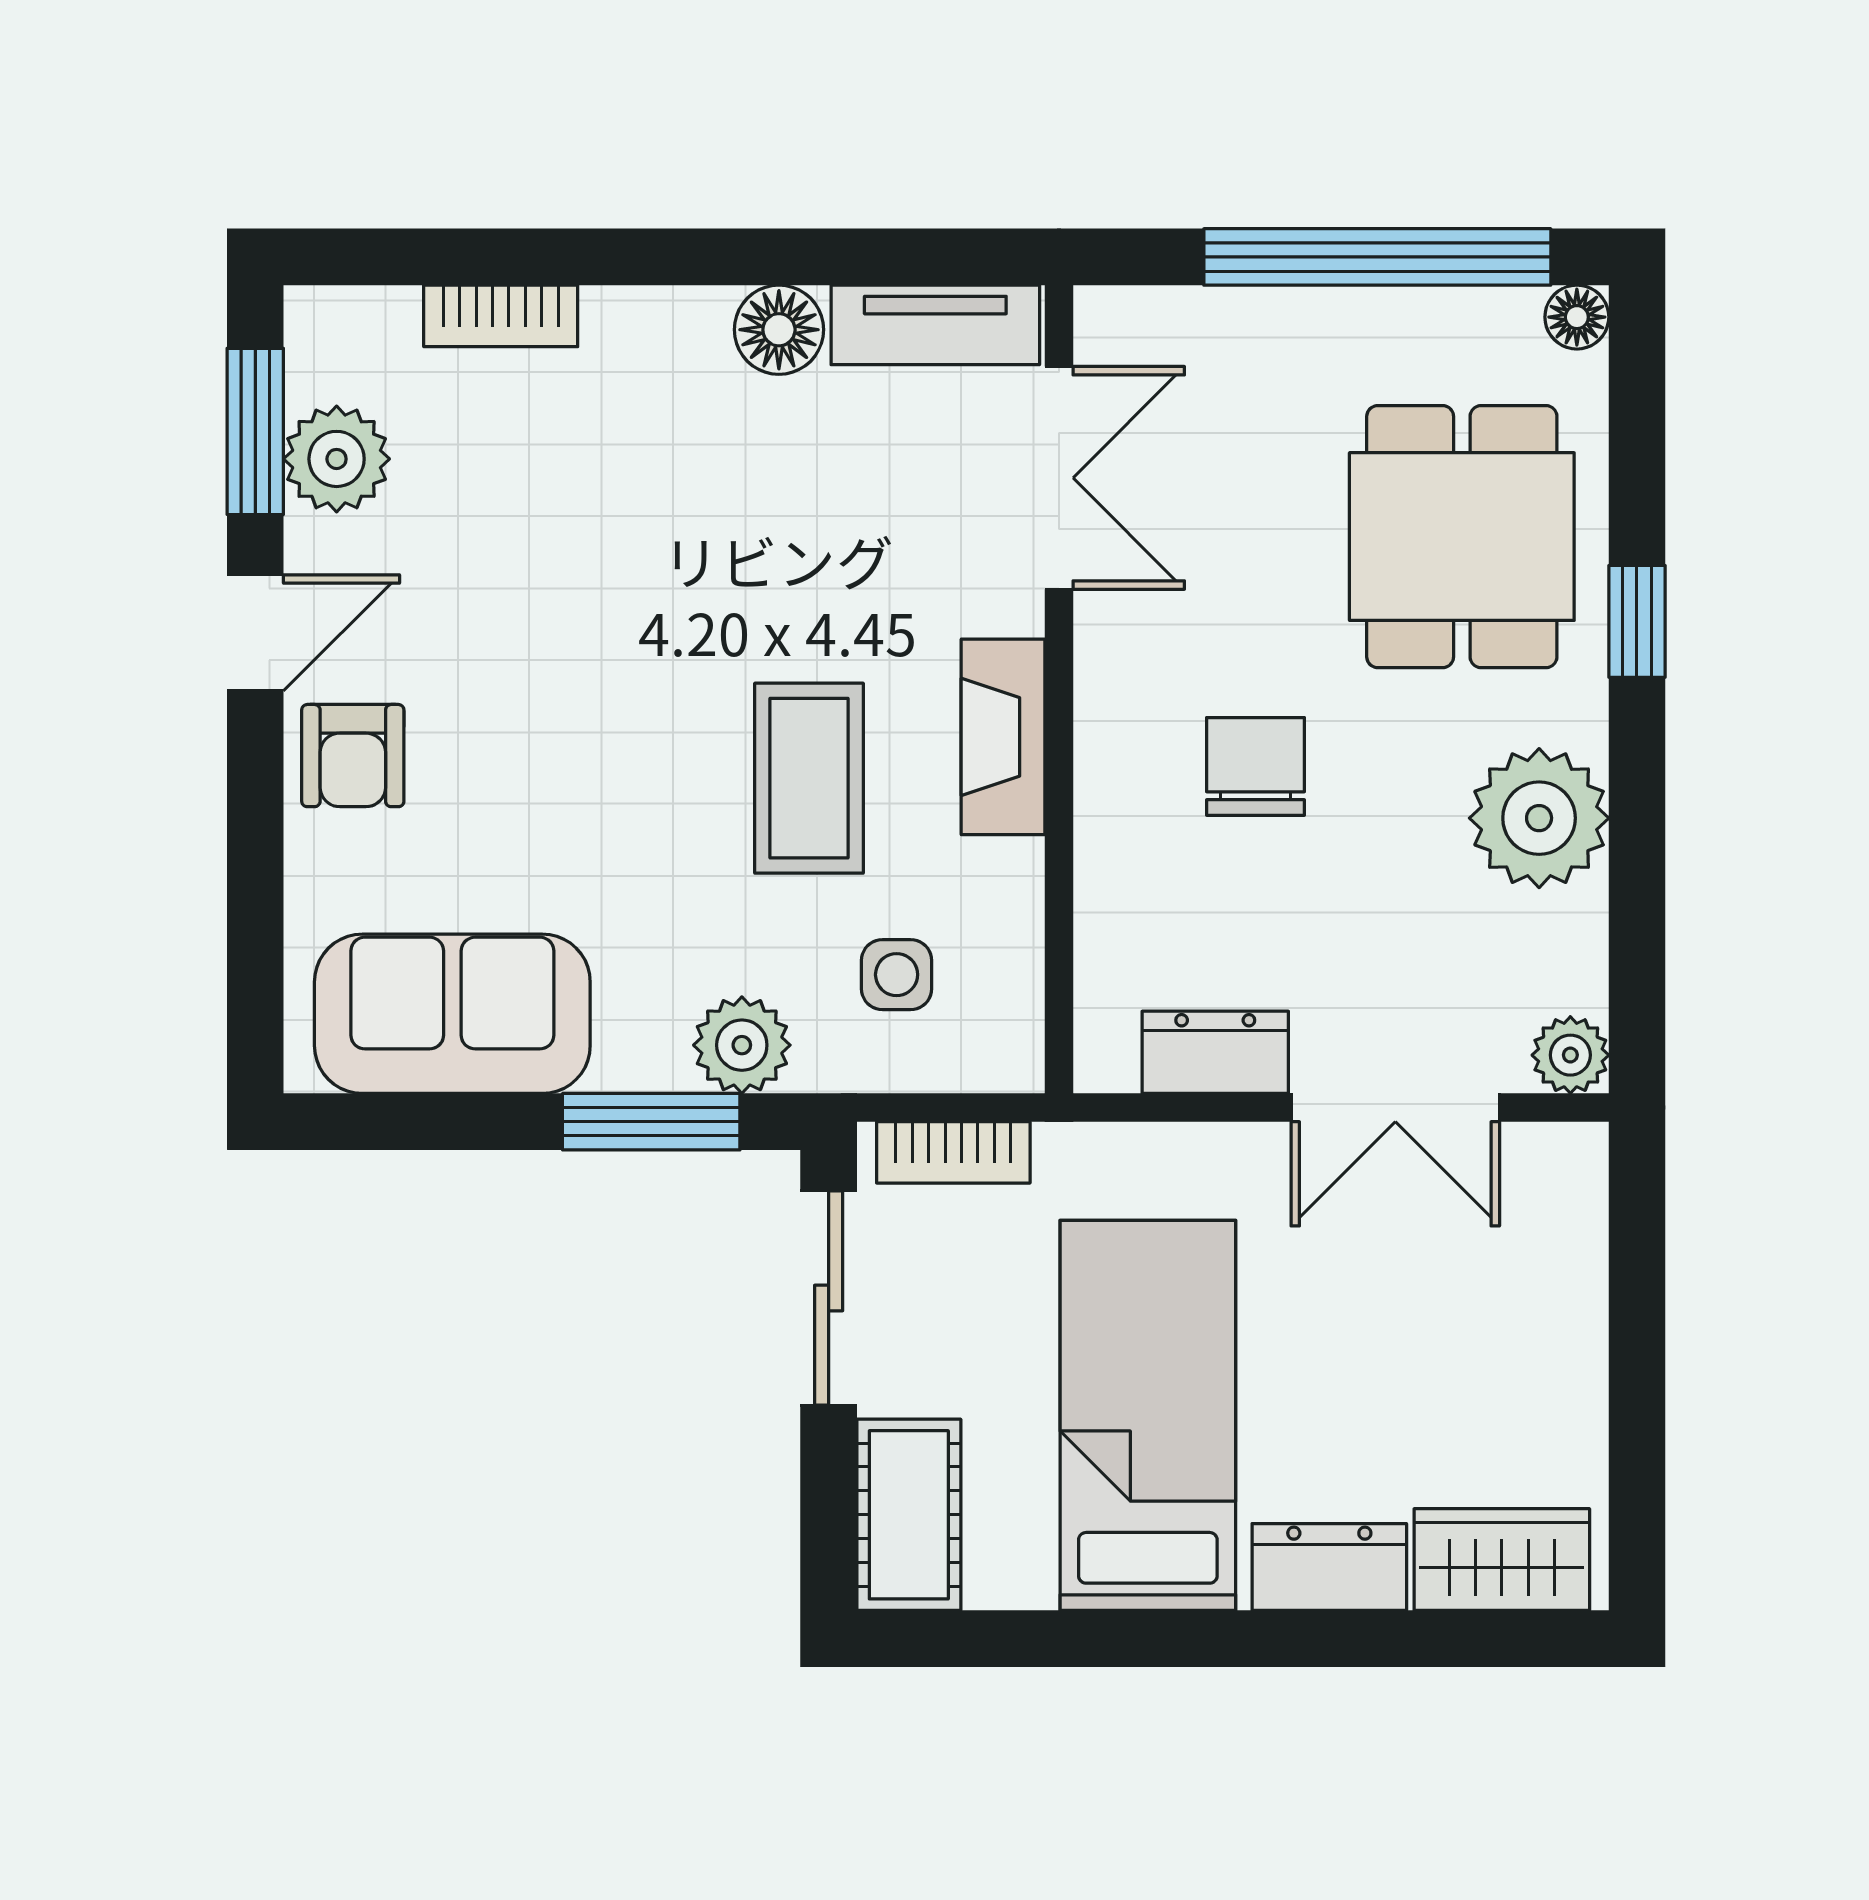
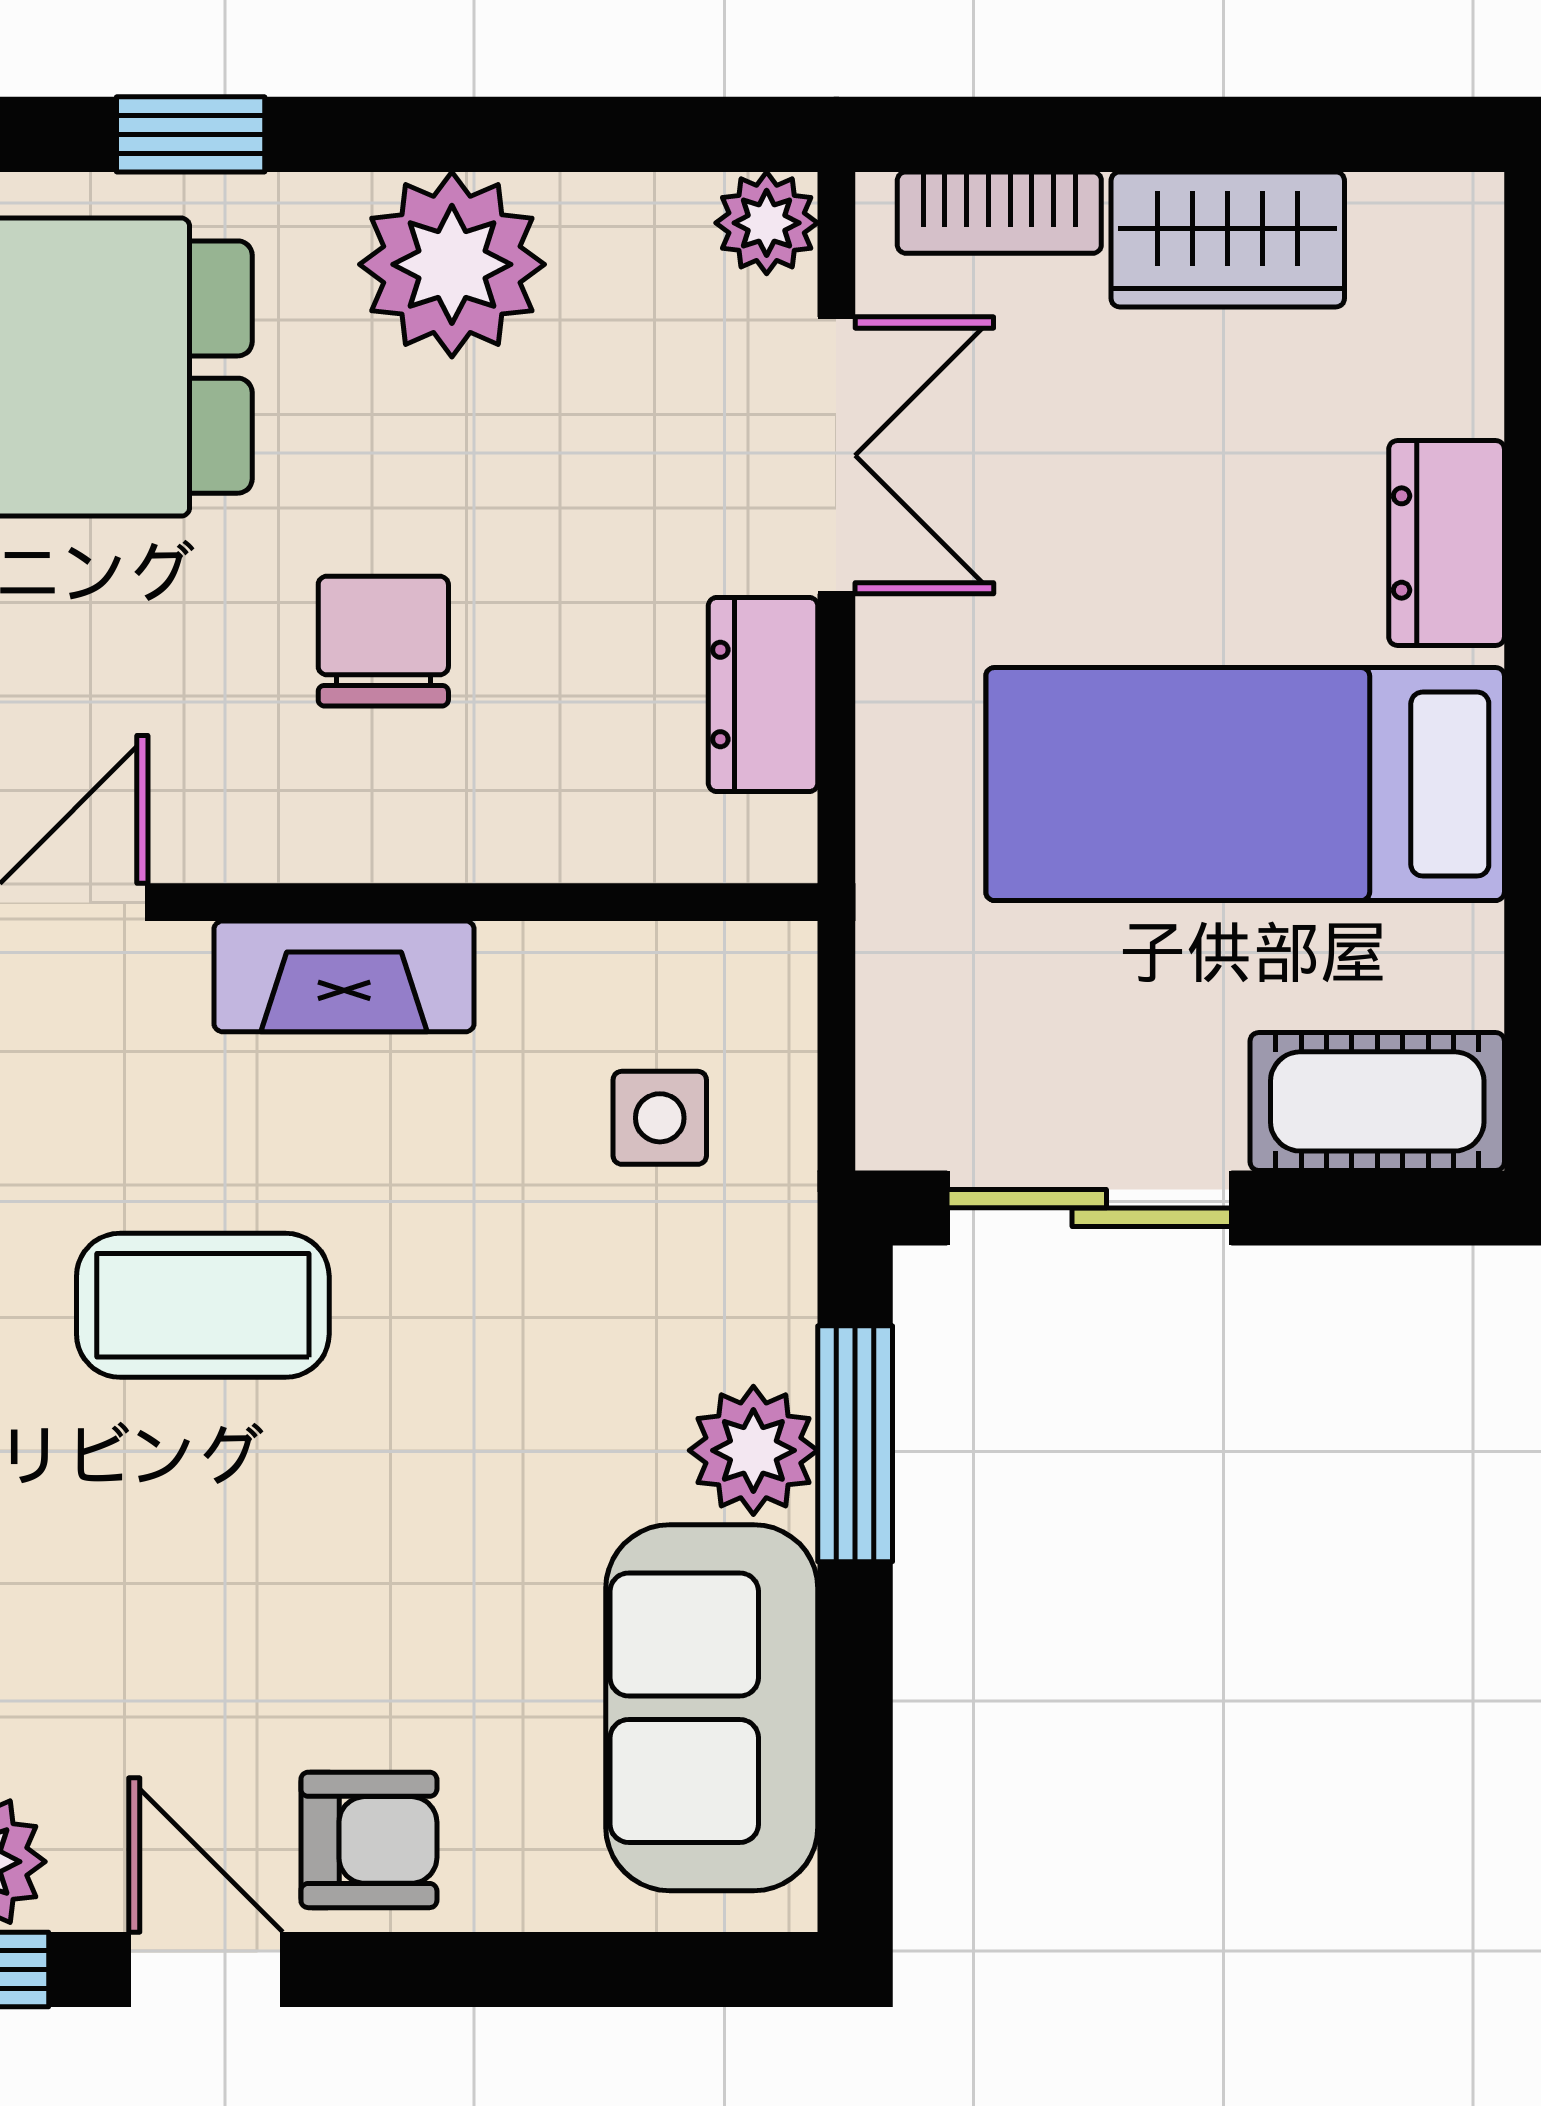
chair: (1255, 766) -> (383, 641), turned 90
coffee table: (809, 778) -> (203, 1305), moved
plant: (742, 1045) -> (753, 1450), moved
bookcase: (953, 1152) -> (999, 213), moved, turned 90
wardrobe: (1502, 1560) -> (1228, 239), moved, turned -90

